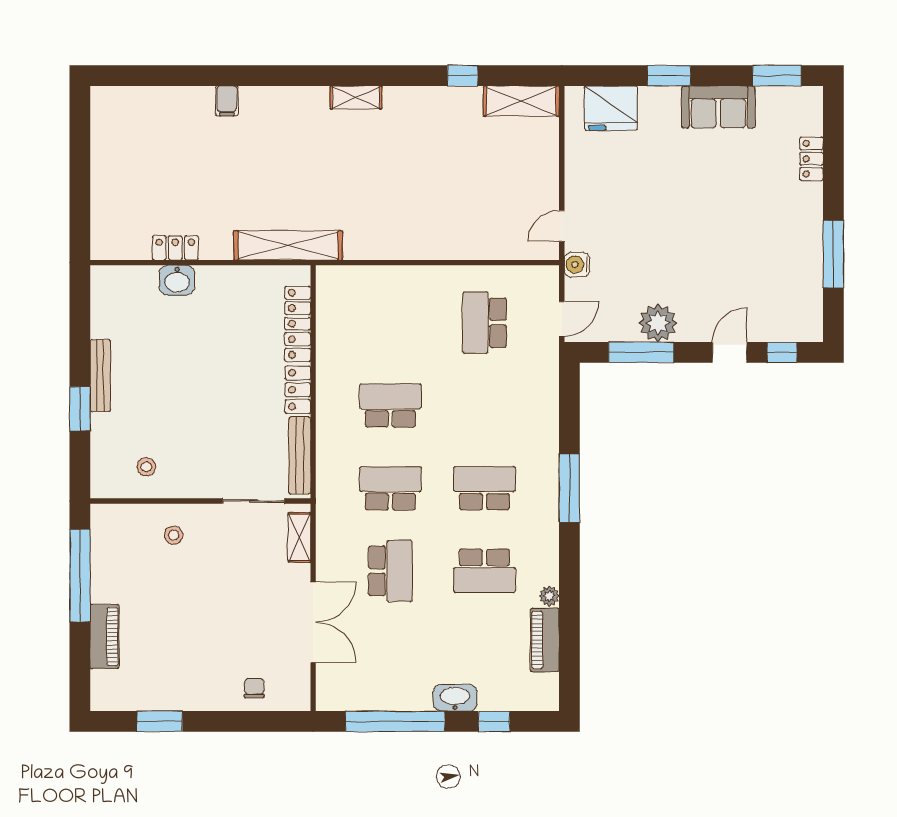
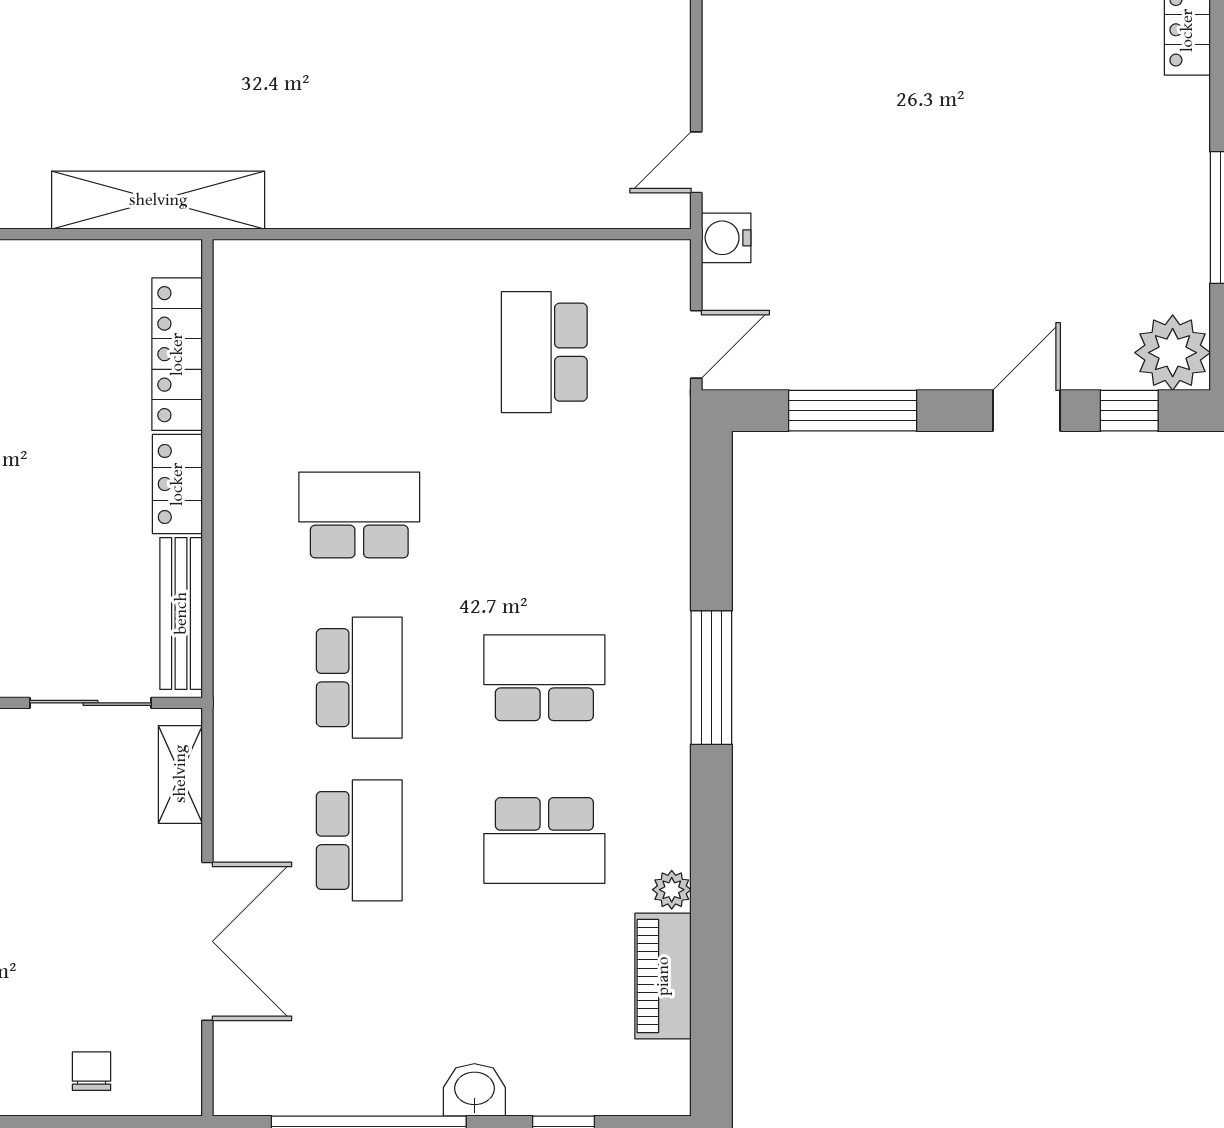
plant: (658, 323) -> (1173, 353), moved
school desk: (390, 488) -> (359, 678), turned 90
washbasin: (455, 698) -> (474, 1090), width x0.72

